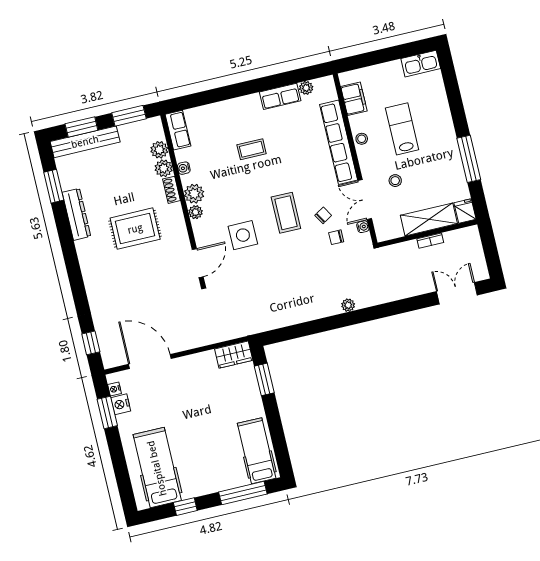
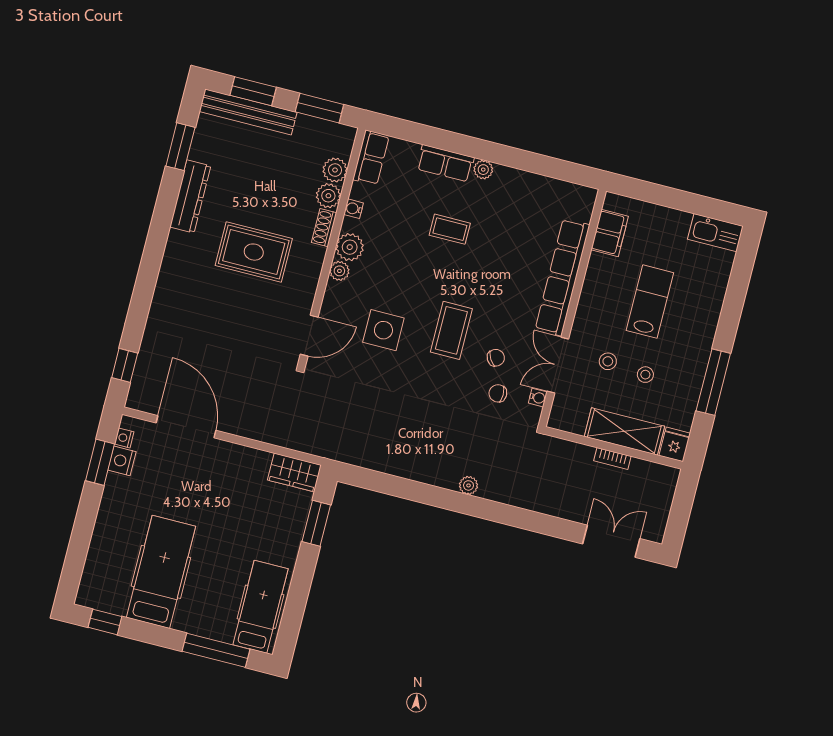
plant: (306, 88) -> (483, 170), moved
row of seats: (280, 96) -> (445, 163), moved
stool: (362, 139) -> (645, 375), moved
hospital bed: (157, 468) -> (161, 572), moved
window: (185, 507) -> (105, 622), moved

